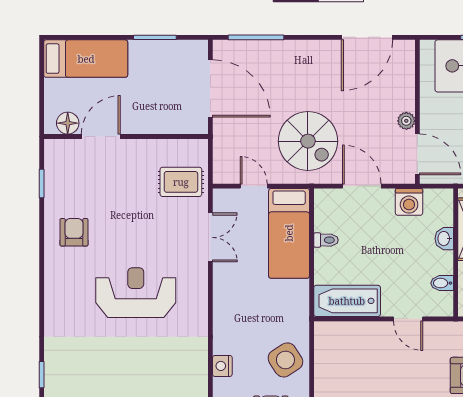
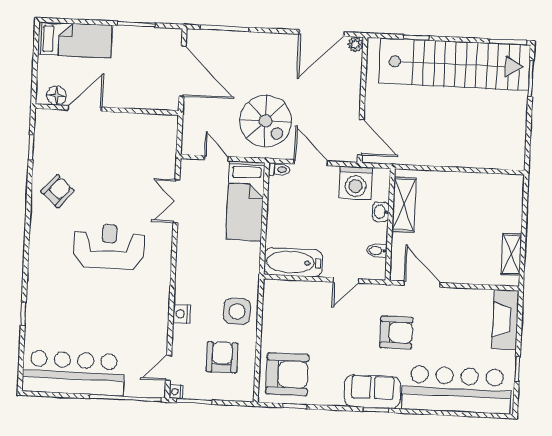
plant: (406, 121) -> (355, 44), moved
rug: (181, 182) -> (153, 151), removed
washing machine: (409, 202) -> (356, 183), width x1.37, depth x1.37
armchair: (74, 232) -> (58, 191), turned 41
double door: (210, 237) -> (176, 201), swing flipped
toilet: (326, 240) -> (279, 170), moved
door: (408, 319) -> (346, 280), hinge flipped
side table: (285, 360) -> (237, 311), turned 33

